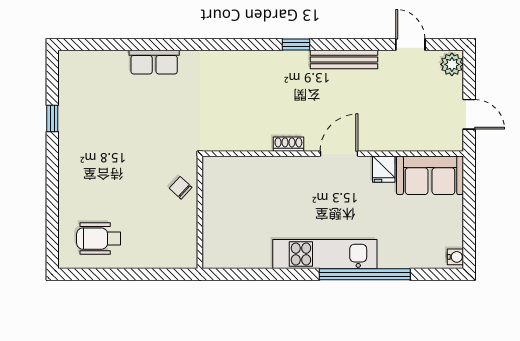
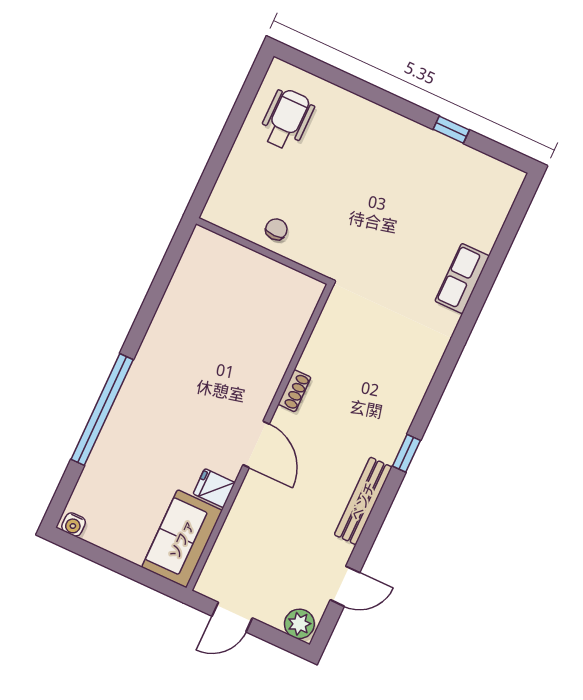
chair: (181, 188) -> (276, 229), moved, turned -43
kitchen unit: (325, 254) -> (147, 374), removed

